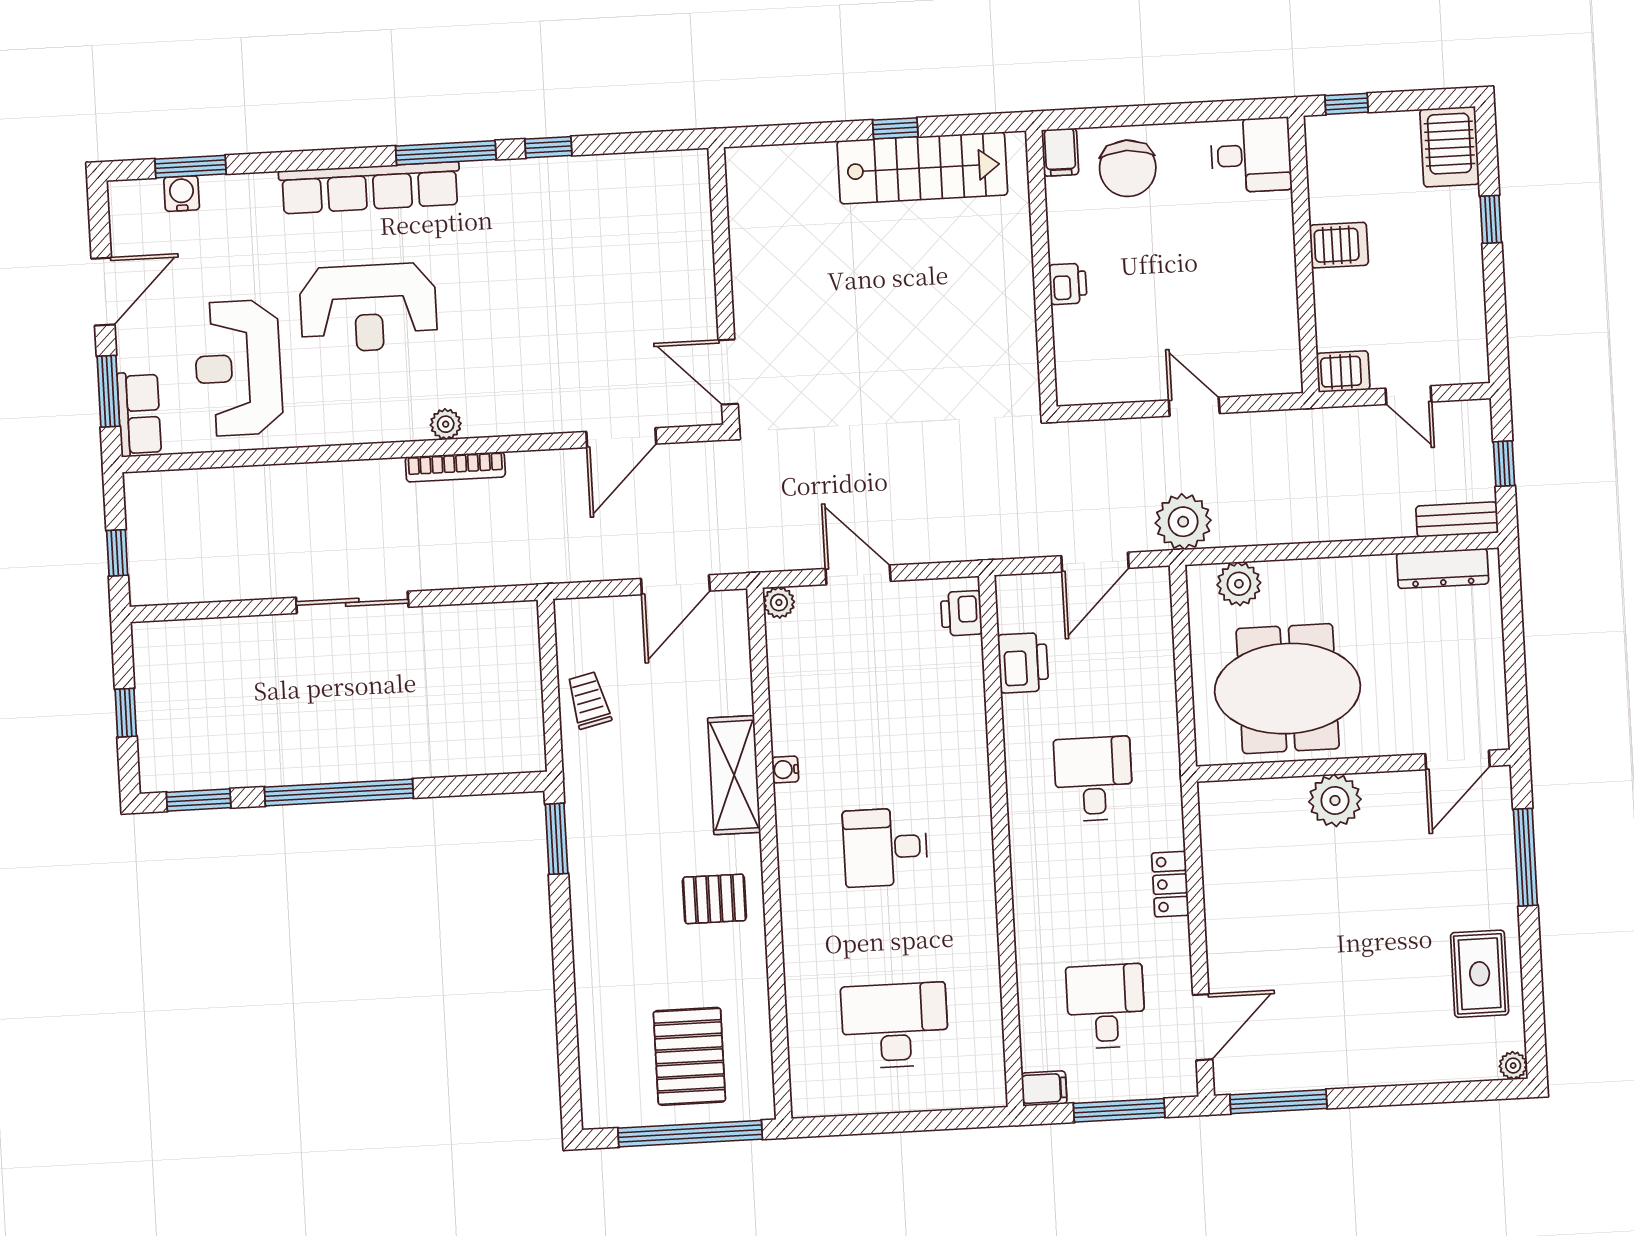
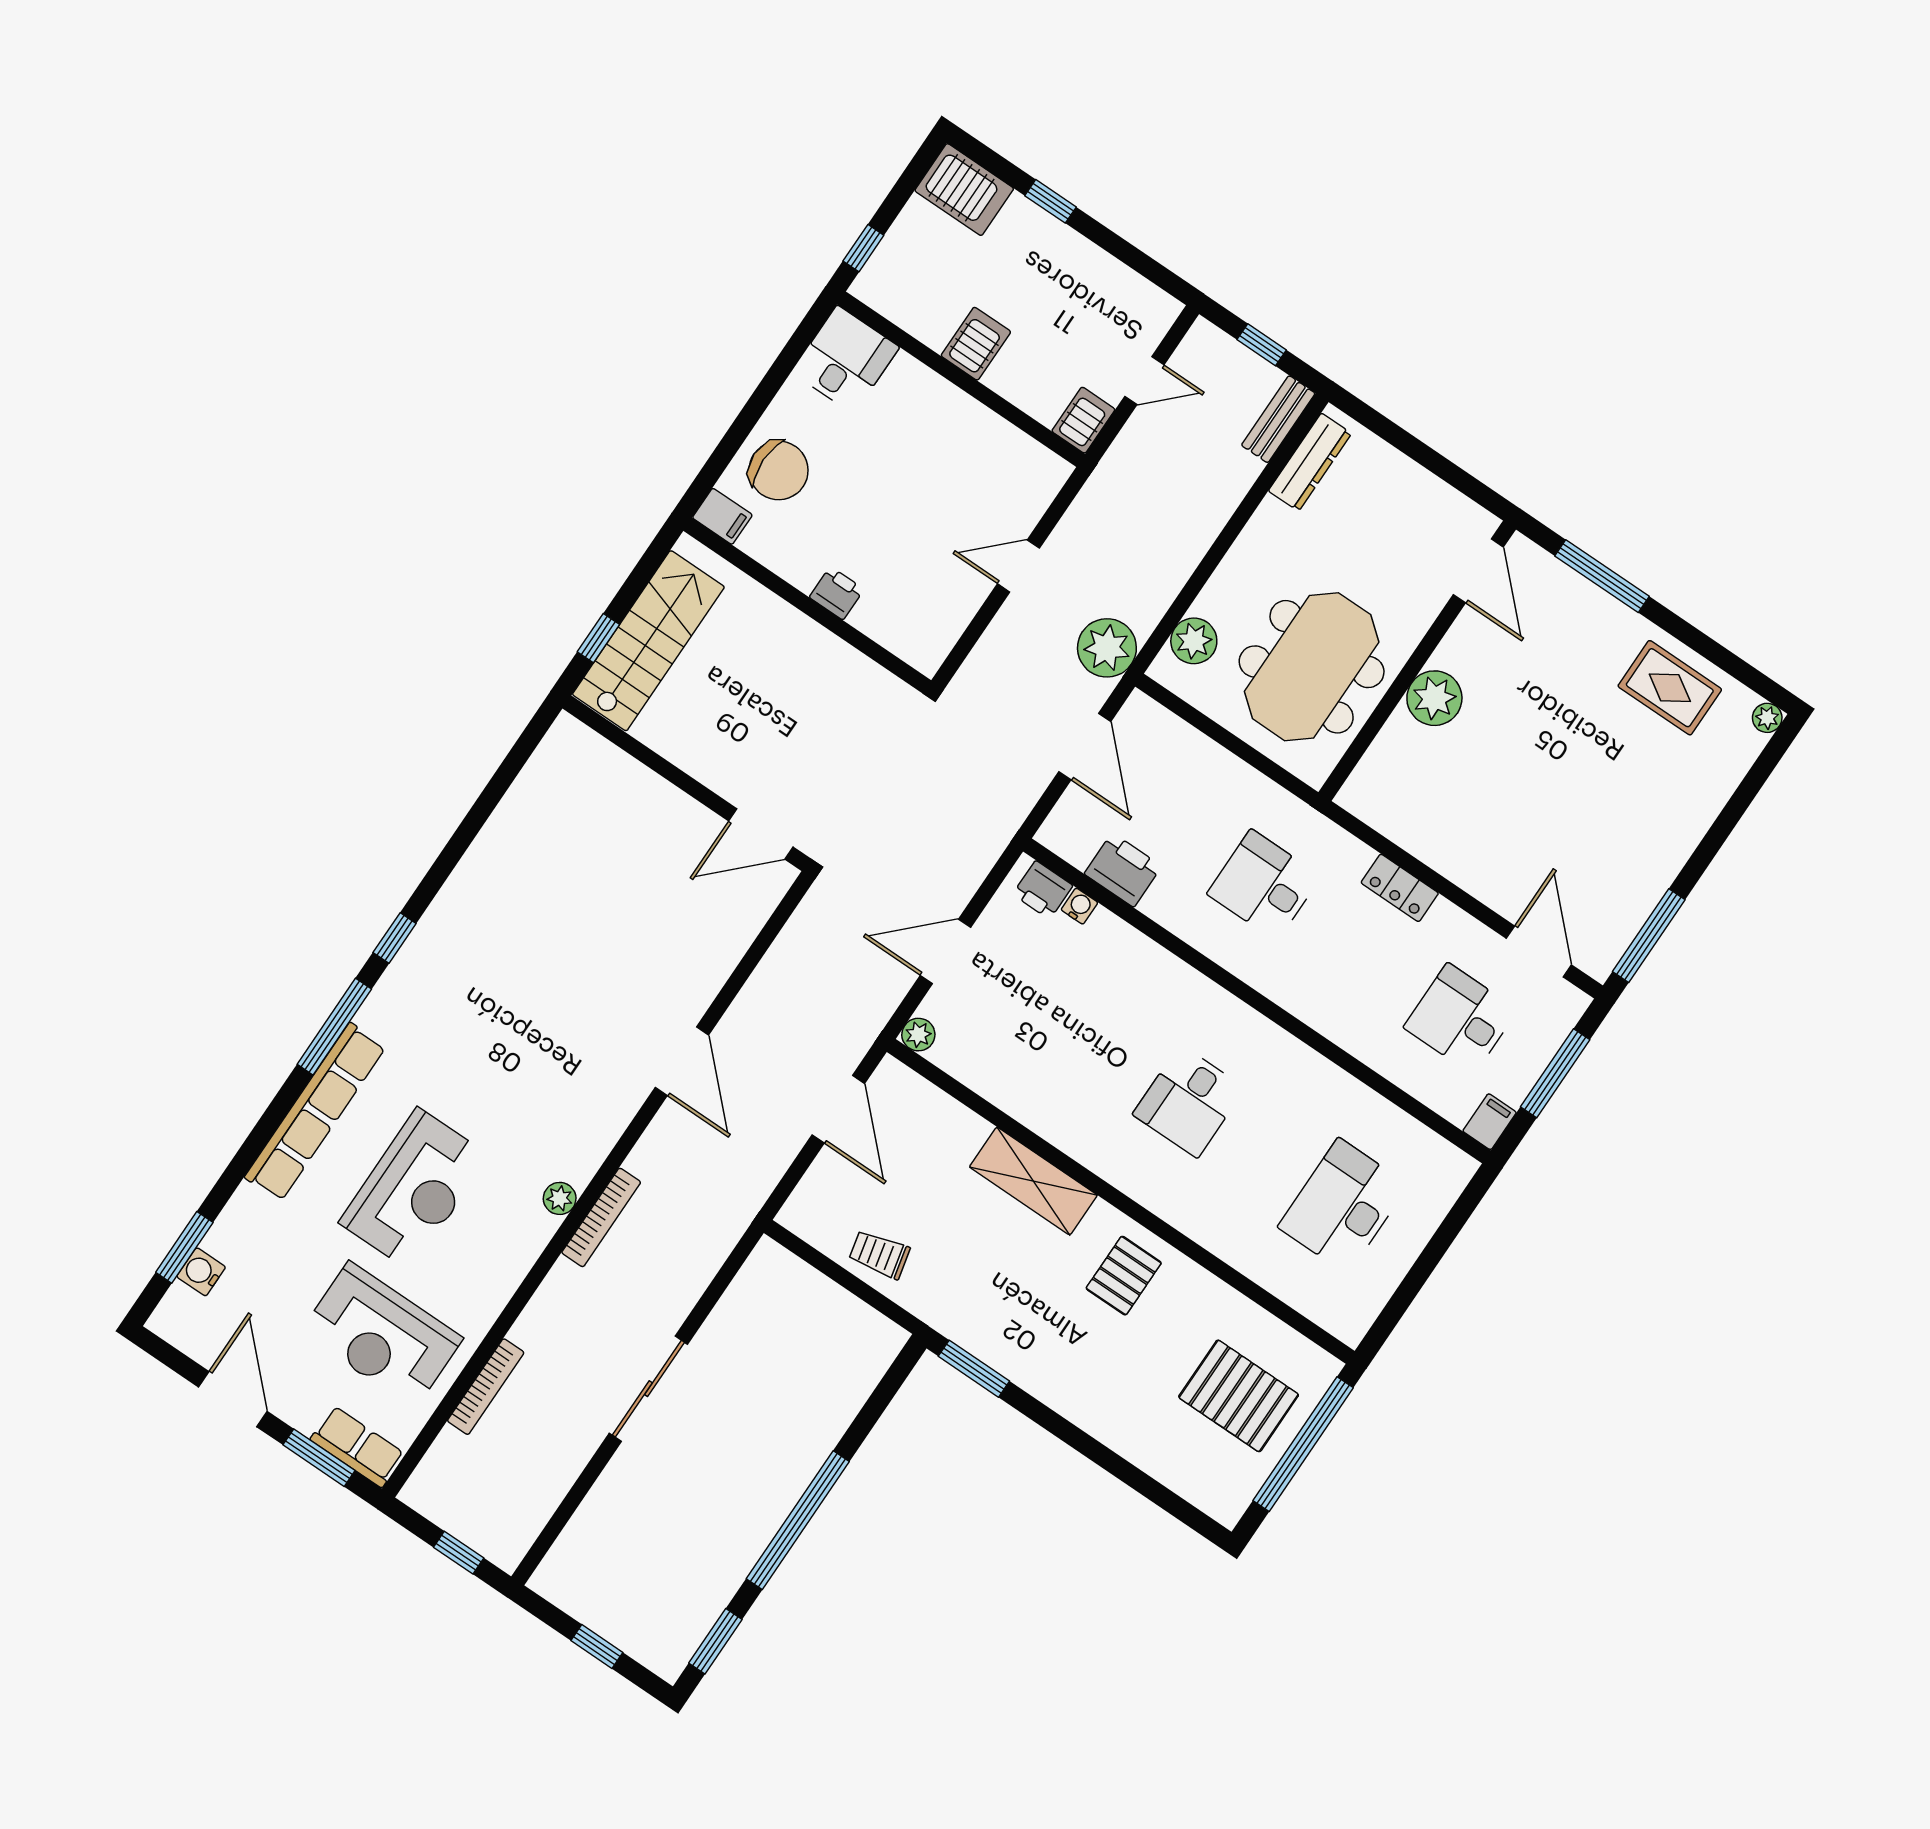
wall: (723, 286) -> (686, 783), moved
door: (728, 372) -> (761, 834), moved
bookcase: (259, 477) -> (486, 1387), added
water cooler: (785, 769) -> (1079, 906), moved, turned 180

